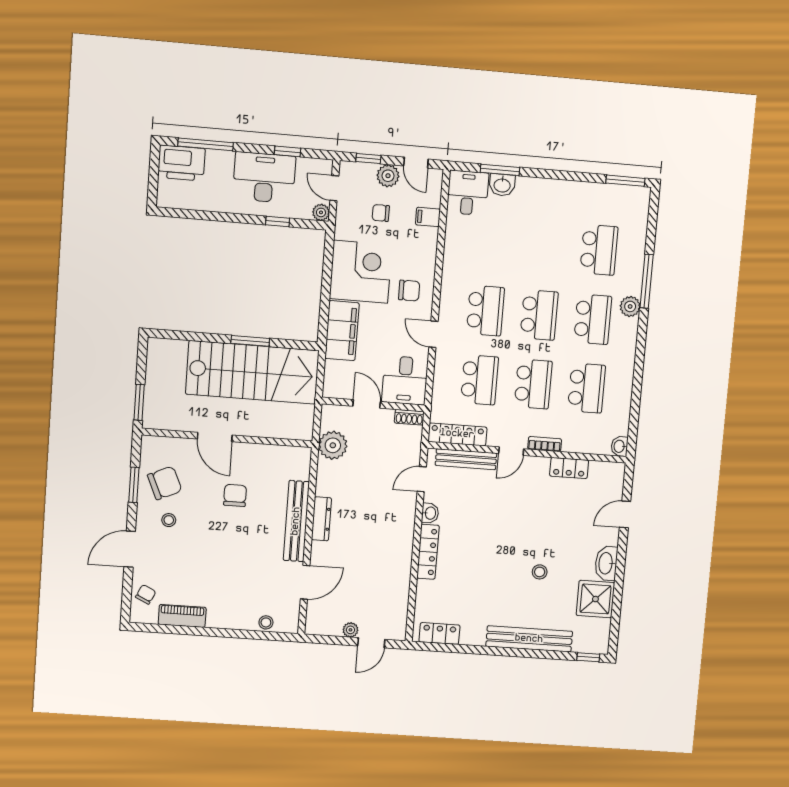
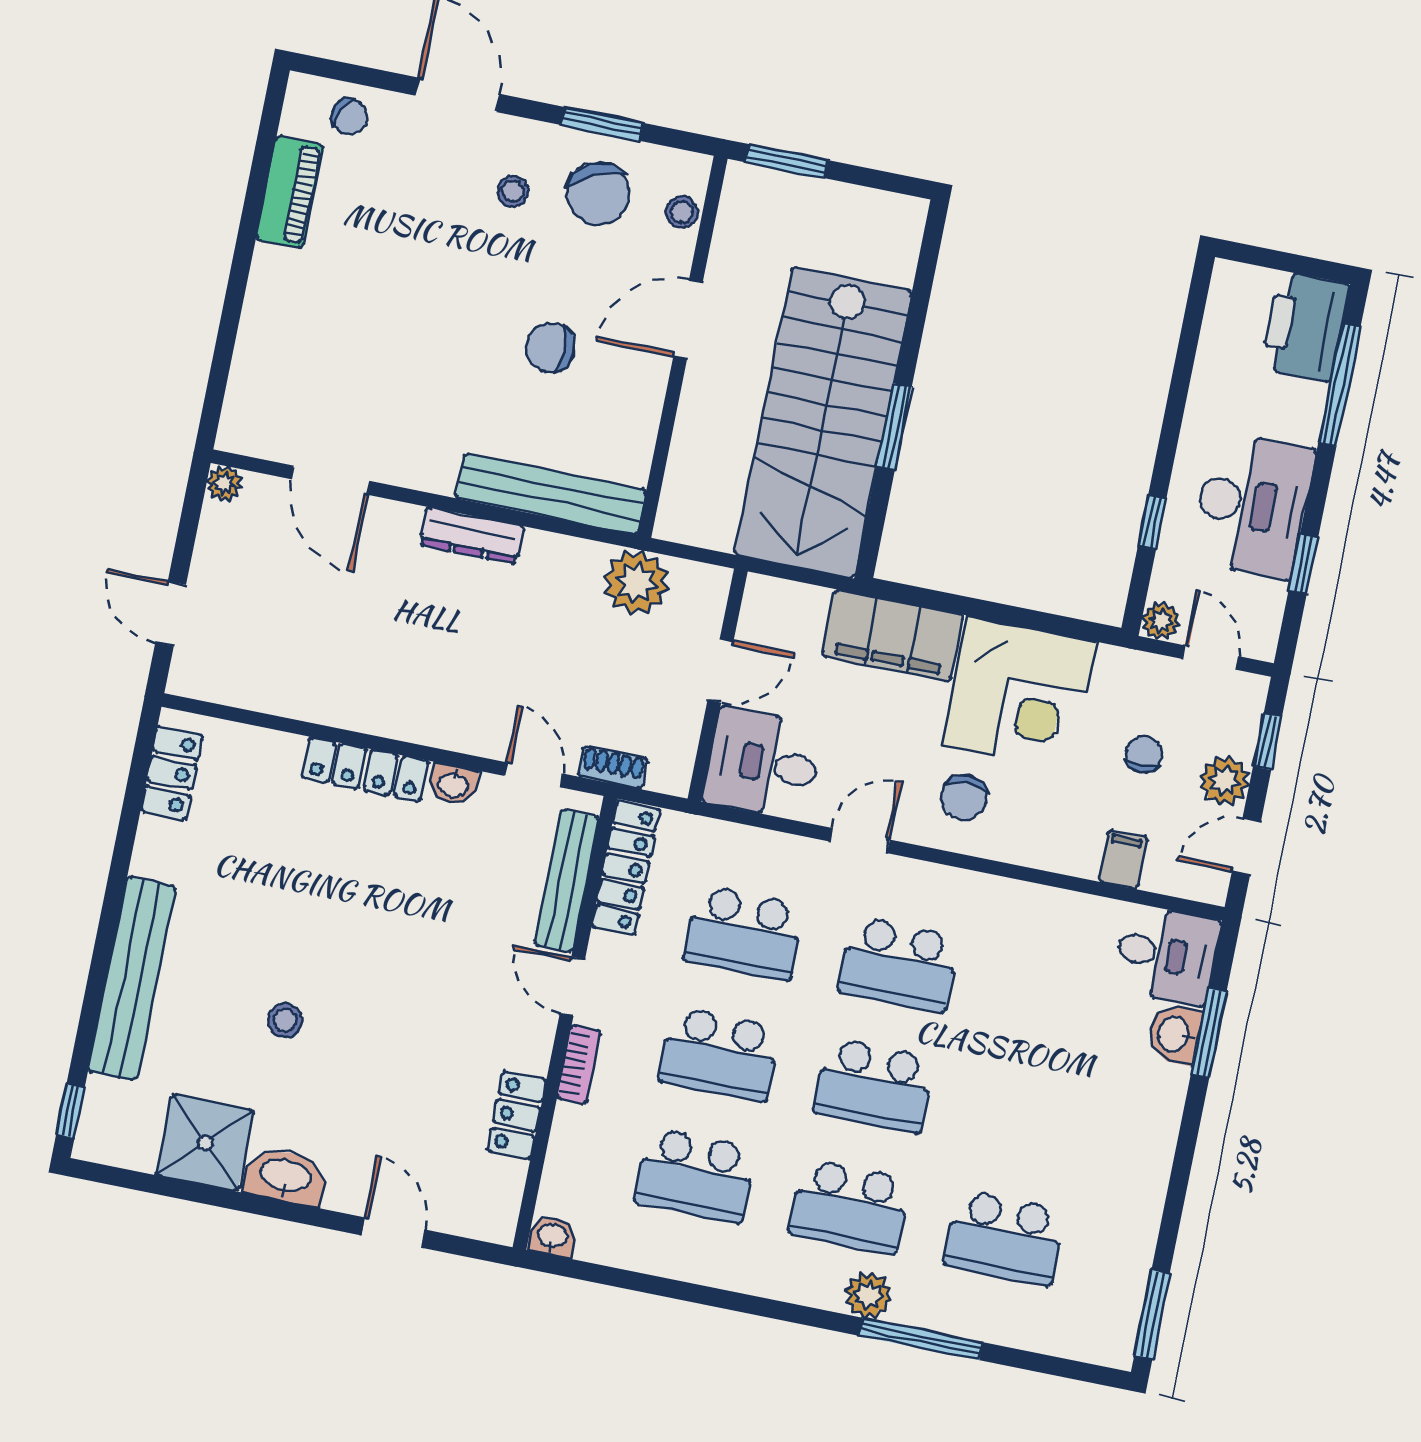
door: (334, 188) -> (1211, 658), hinge flipped
shoe rack: (409, 417) -> (613, 767), moved, turned 90
chair: (235, 495) -> (550, 348), turned 180
bench: (296, 521) -> (551, 494), moved
stool: (266, 622) -> (682, 212), moved
plant: (350, 630) -> (224, 484), moved

